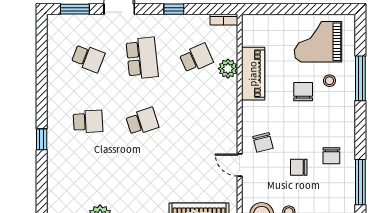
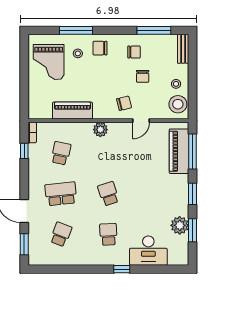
window: (174, 9) -> (24, 151), moved
school desk: (196, 58) -> (61, 153), turned 36
plant: (228, 69) -> (100, 130), moved
chair: (303, 92) -> (100, 48), moved
desk: (66, 175) -> (148, 251), added

